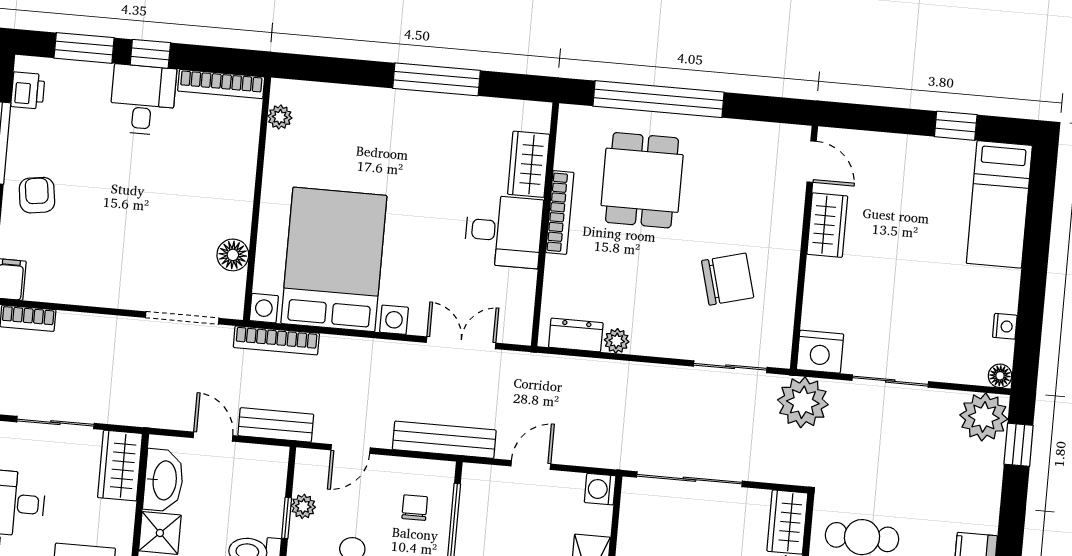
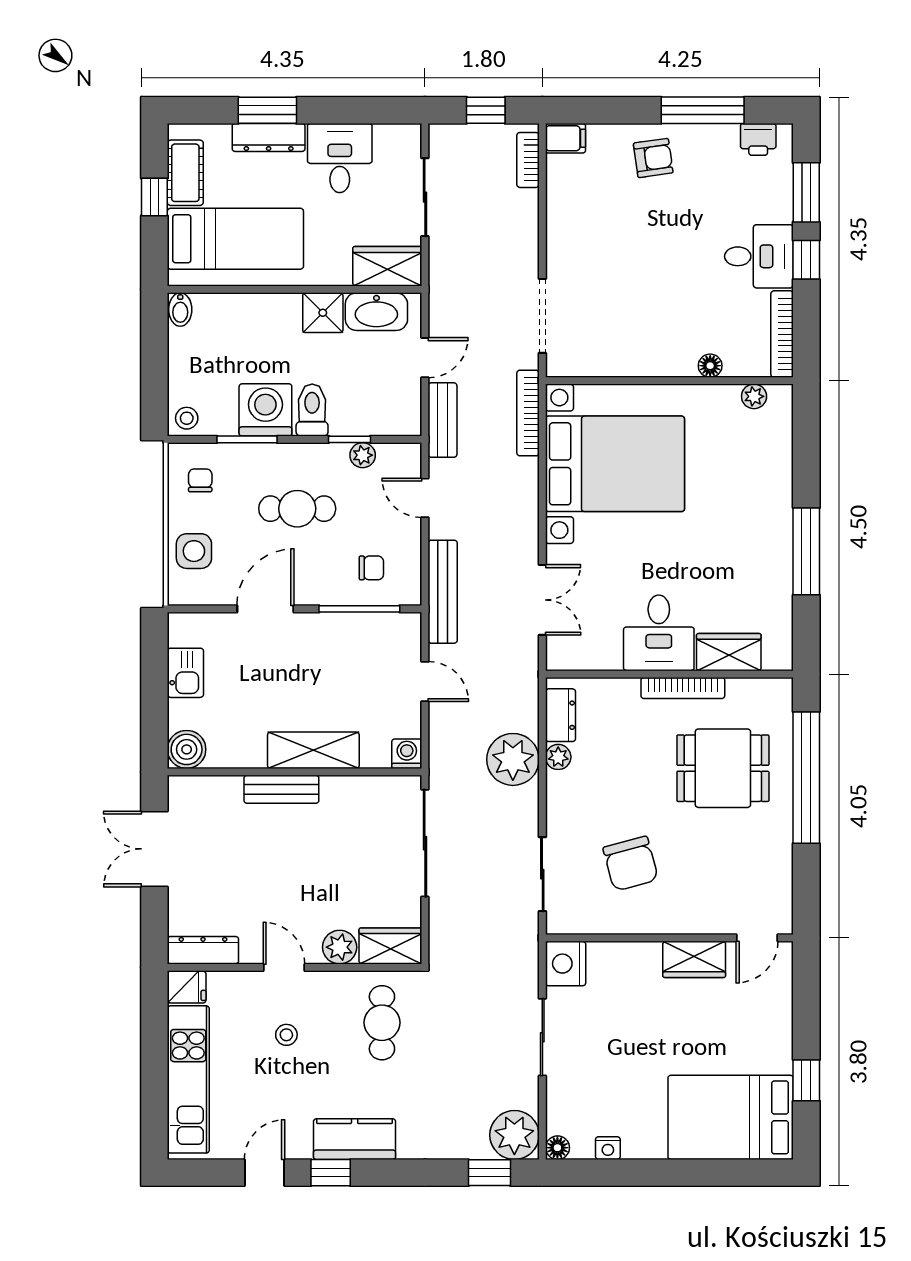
bed: (999, 204) -> (731, 1117), width x1.50
floor lamp: (233, 255) -> (710, 366), moved, width x0.73, depth x0.73
plant: (803, 402) -> (513, 759), moved

